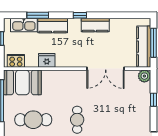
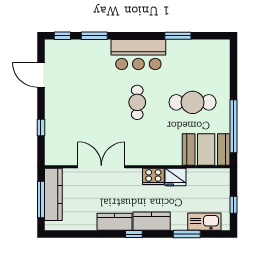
kitchen counter: (53, 25) -> (152, 221), moved
cooker: (16, 61) -> (153, 176), moved
plant: (144, 76) -> (53, 157), removed

